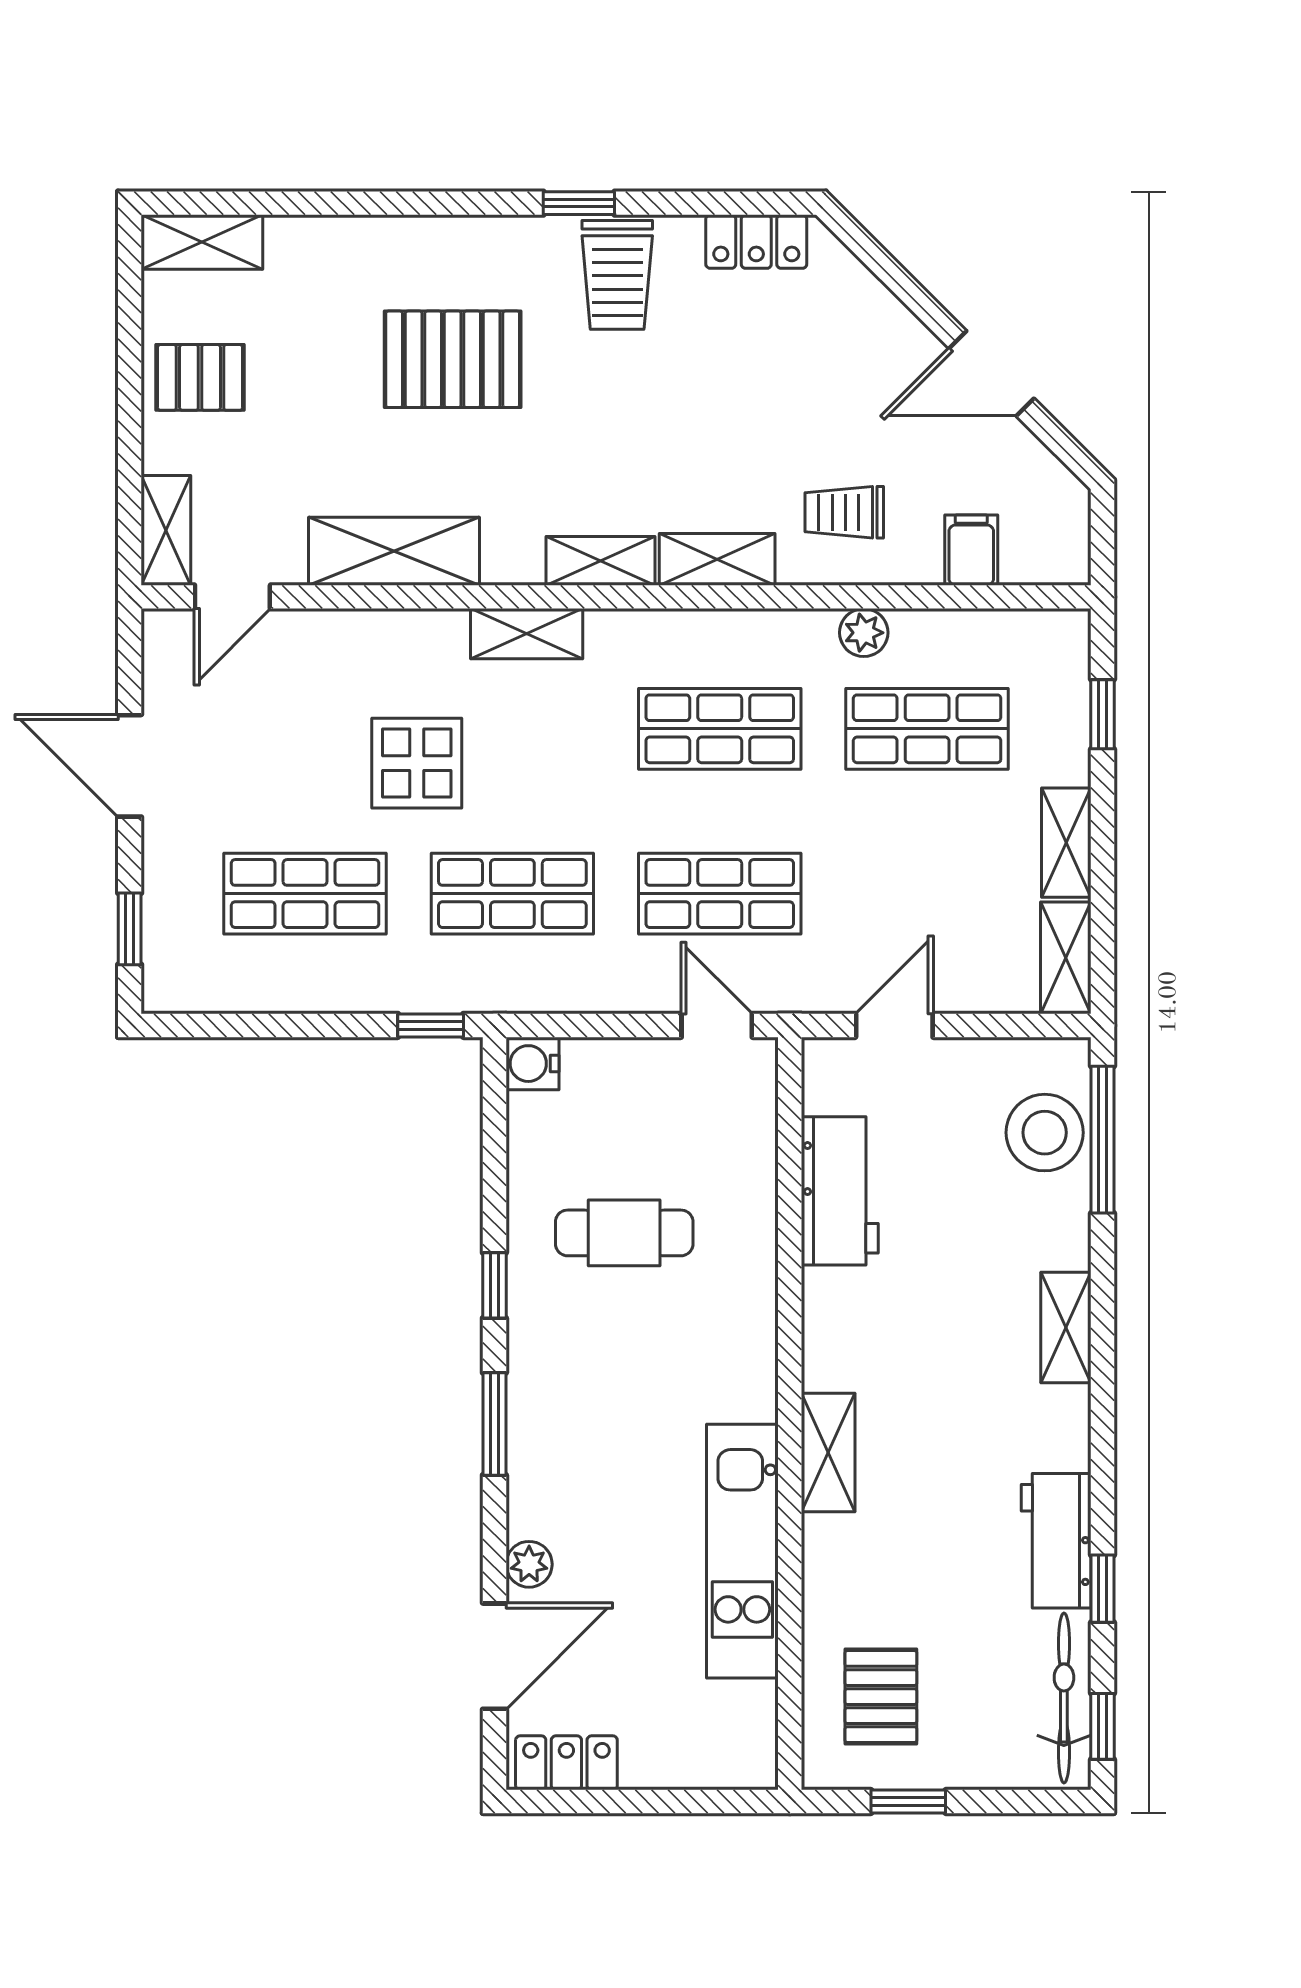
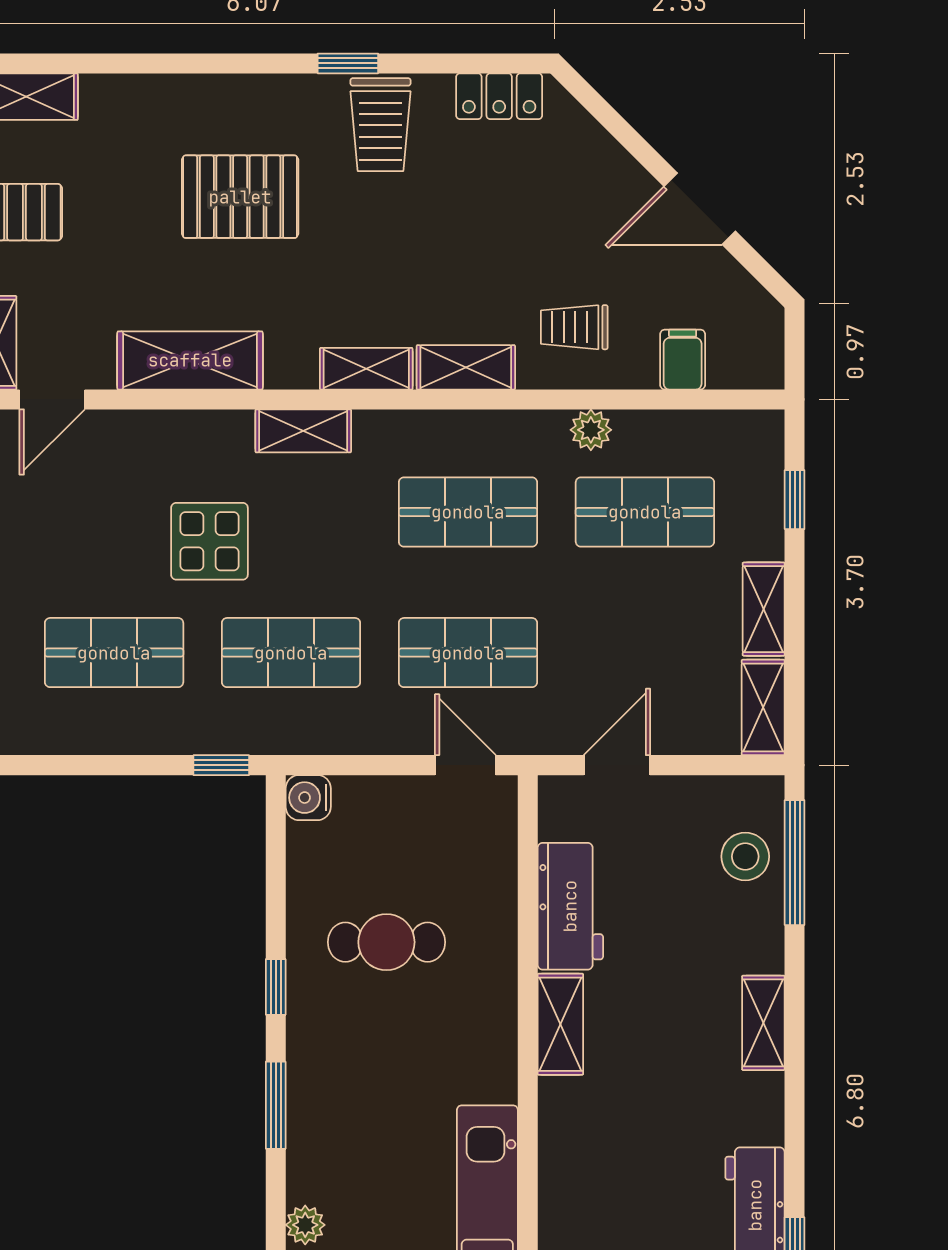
stool: (1045, 1133) -> (745, 856), width x0.73, depth x0.73
shelving: (828, 1452) -> (560, 1024), moved

